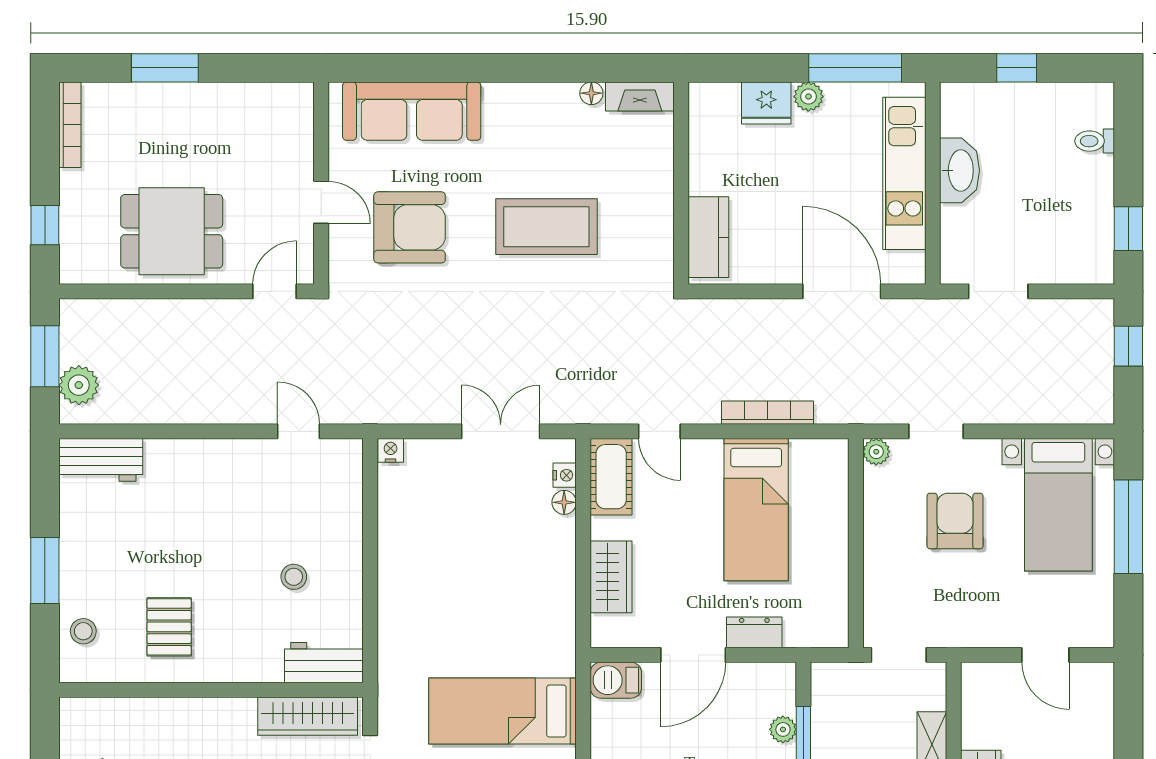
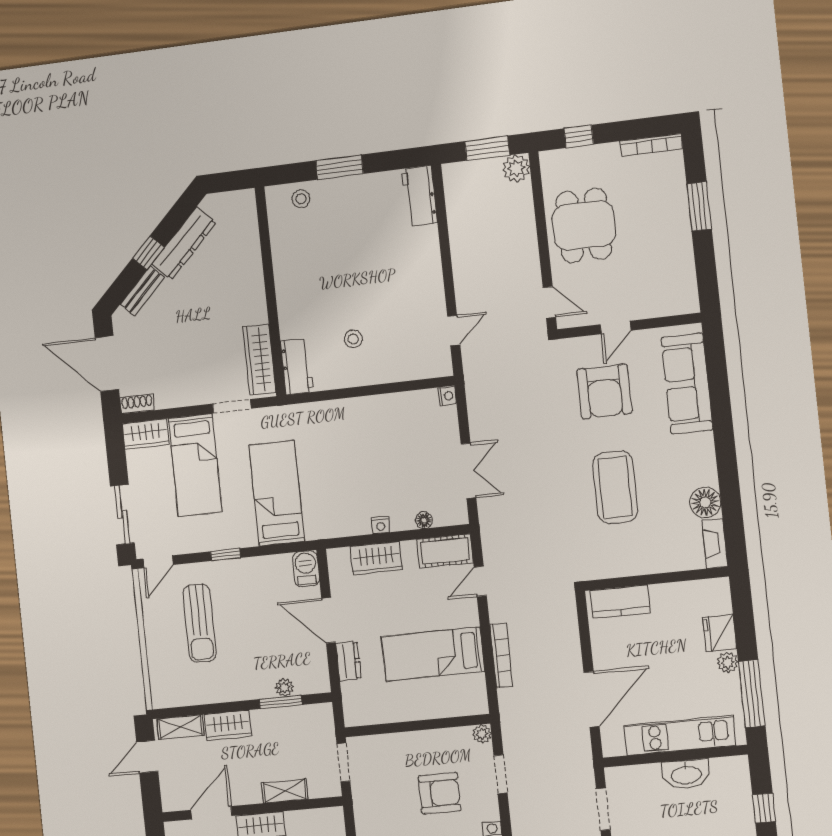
floor lamp: (591, 93) -> (705, 502), width x1.89, depth x1.89
plant: (79, 385) -> (516, 168), moved
nightstand: (565, 475) -> (381, 525), moved
pallet: (169, 627) -> (310, 257), removed

